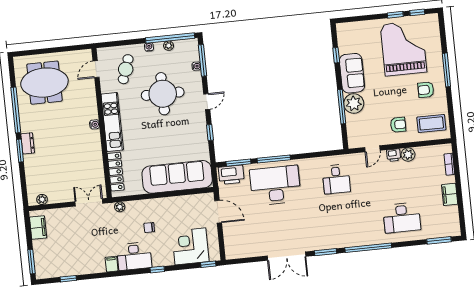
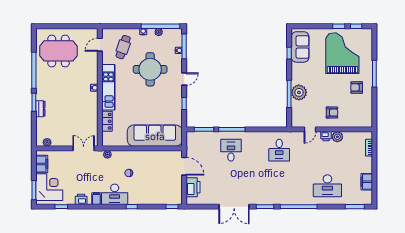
sofa: (352, 73) -> (300, 47), moved
coffee table: (431, 123) -> (358, 114), removed
dresser: (28, 143) -> (40, 109), moved
locker: (116, 172) -> (107, 121), width x0.66
printer: (231, 175) -> (193, 187), moved, turned -90
desk: (275, 185) -> (231, 150), width x0.53, depth x0.77
filing cabinet: (450, 194) -> (367, 182), moved
corner desk: (190, 246) -> (49, 187), moved, turned 90
printer: (92, 267) -> (81, 199), added

